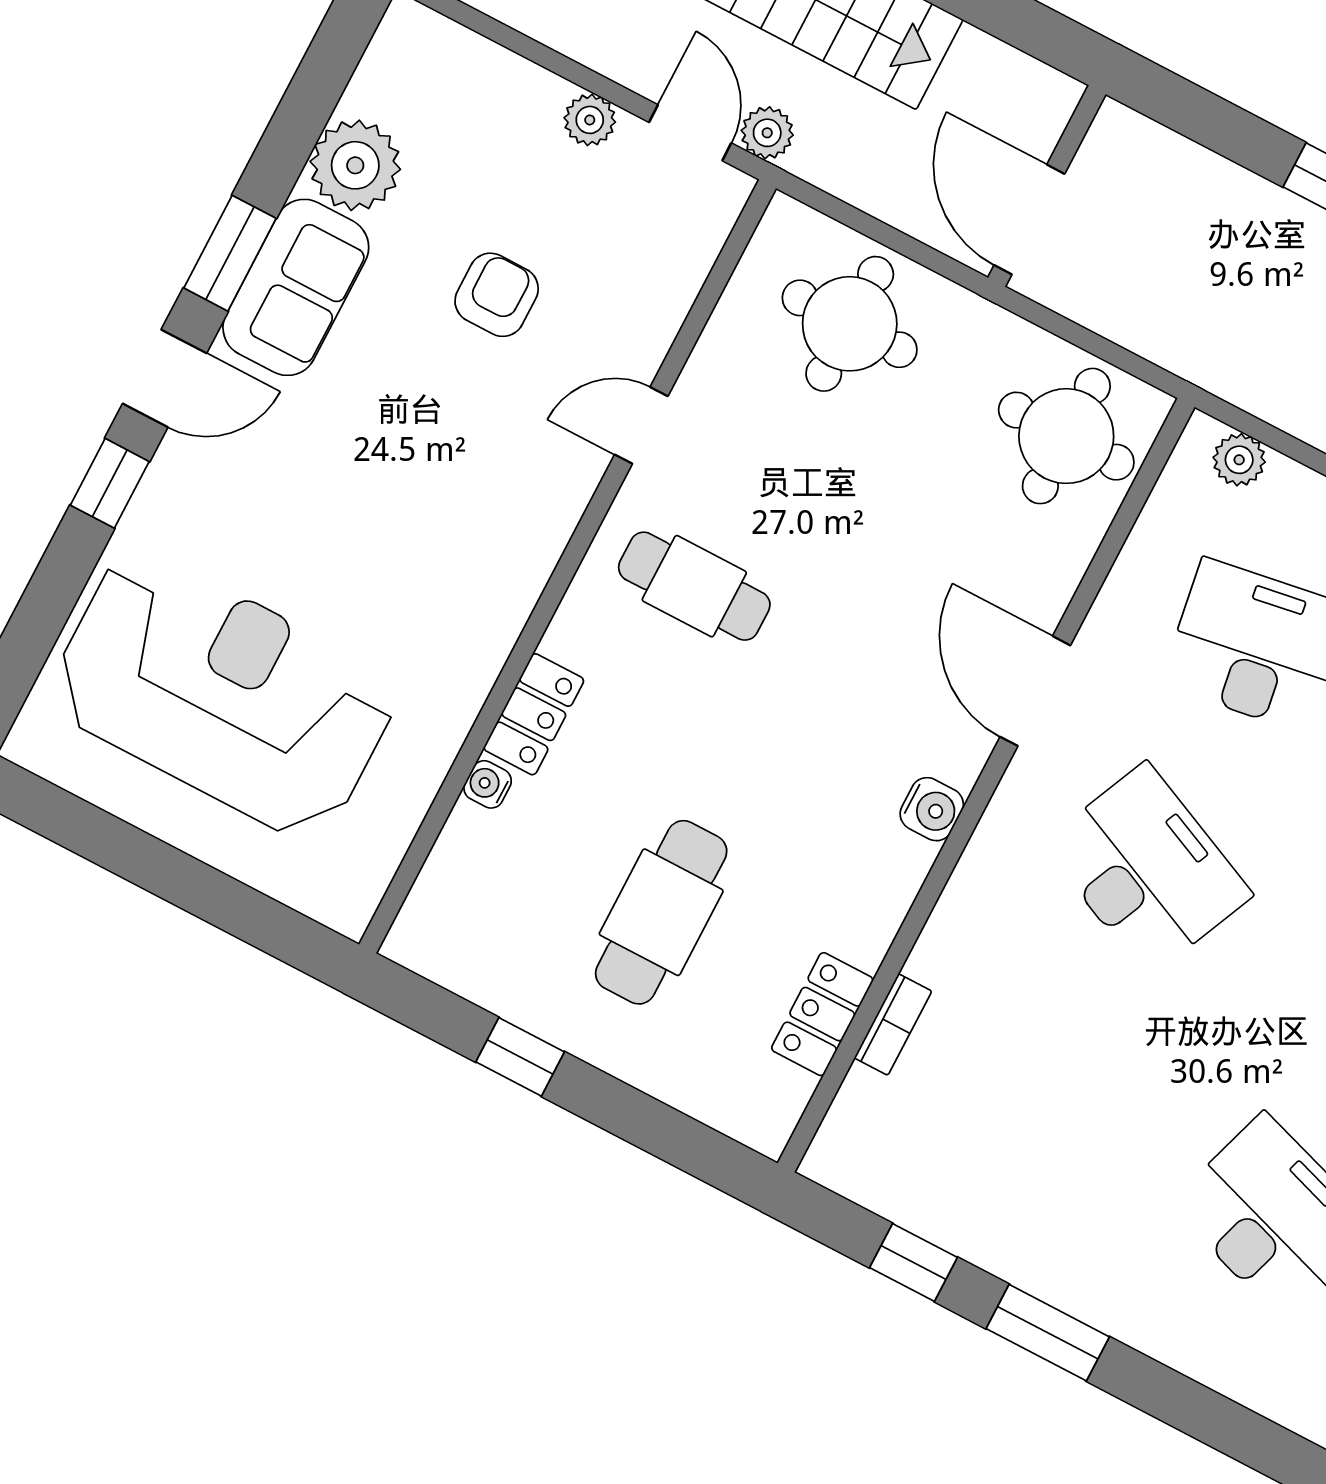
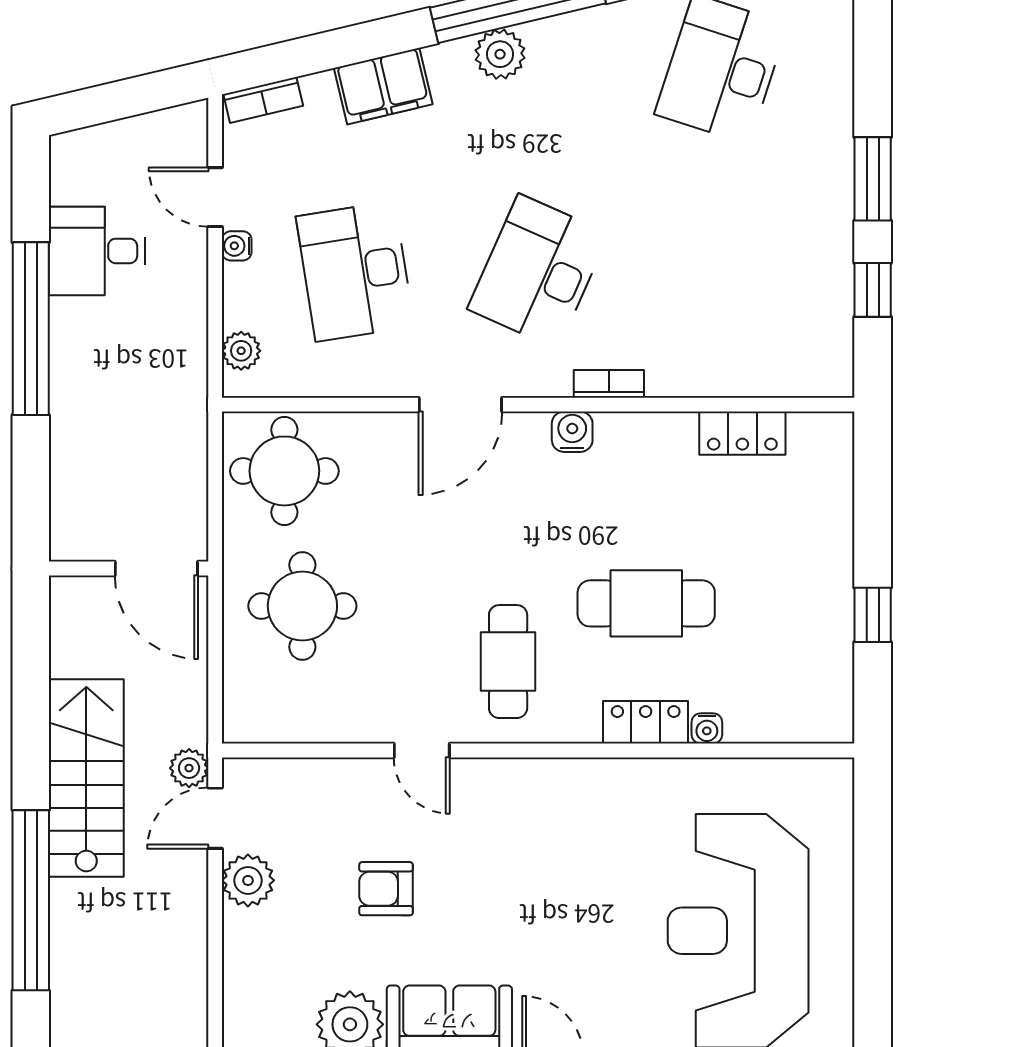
plant: (590, 120) -> (248, 880), width x1.38, depth x1.38
door: (1029, 220) -> (156, 568), hinge flipped
round table: (850, 324) -> (302, 606), moved
cafe table: (661, 912) -> (646, 603), moved
bookcase: (893, 1024) -> (609, 384), moved

